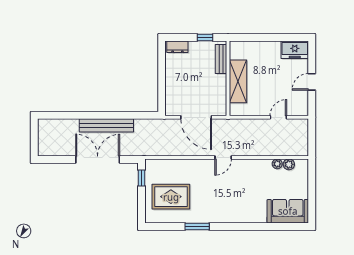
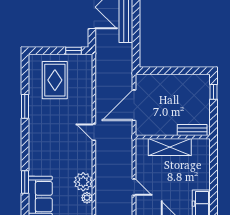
window: (205, 37) -> (214, 92), moved
dresser: (177, 47) -> (204, 87), removed
plant: (277, 164) -> (83, 182), width x1.88, depth x1.88
window: (273, 227) -> (25, 182), added

